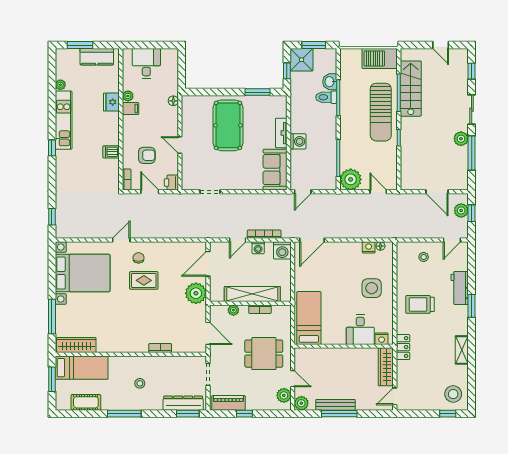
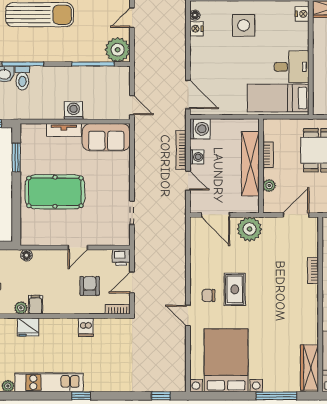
desk: (360, 330) -> (292, 67), moved

